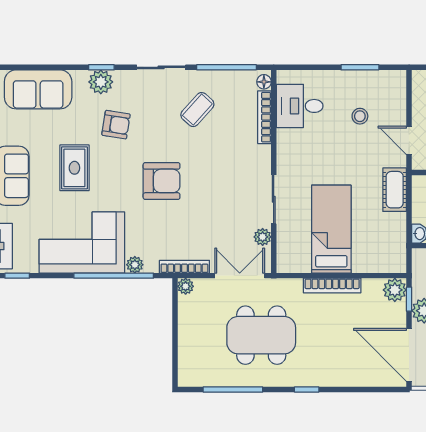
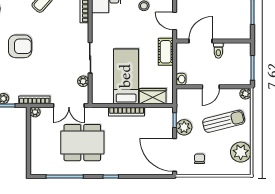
wardrobe: (374, 261) -> (153, 96), added
double door: (240, 276) -> (69, 105), swing flipped
plant: (395, 290) -> (166, 114), removed

